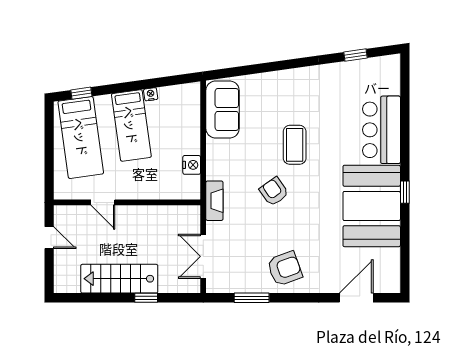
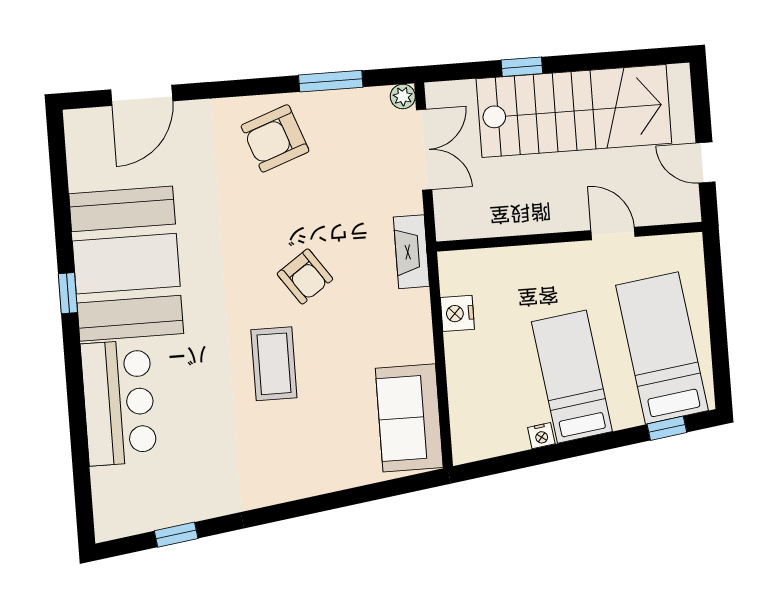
stairs: (119, 279) -> (574, 111), width x1.36, depth x1.51
plant: (213, 286) -> (403, 97), added

